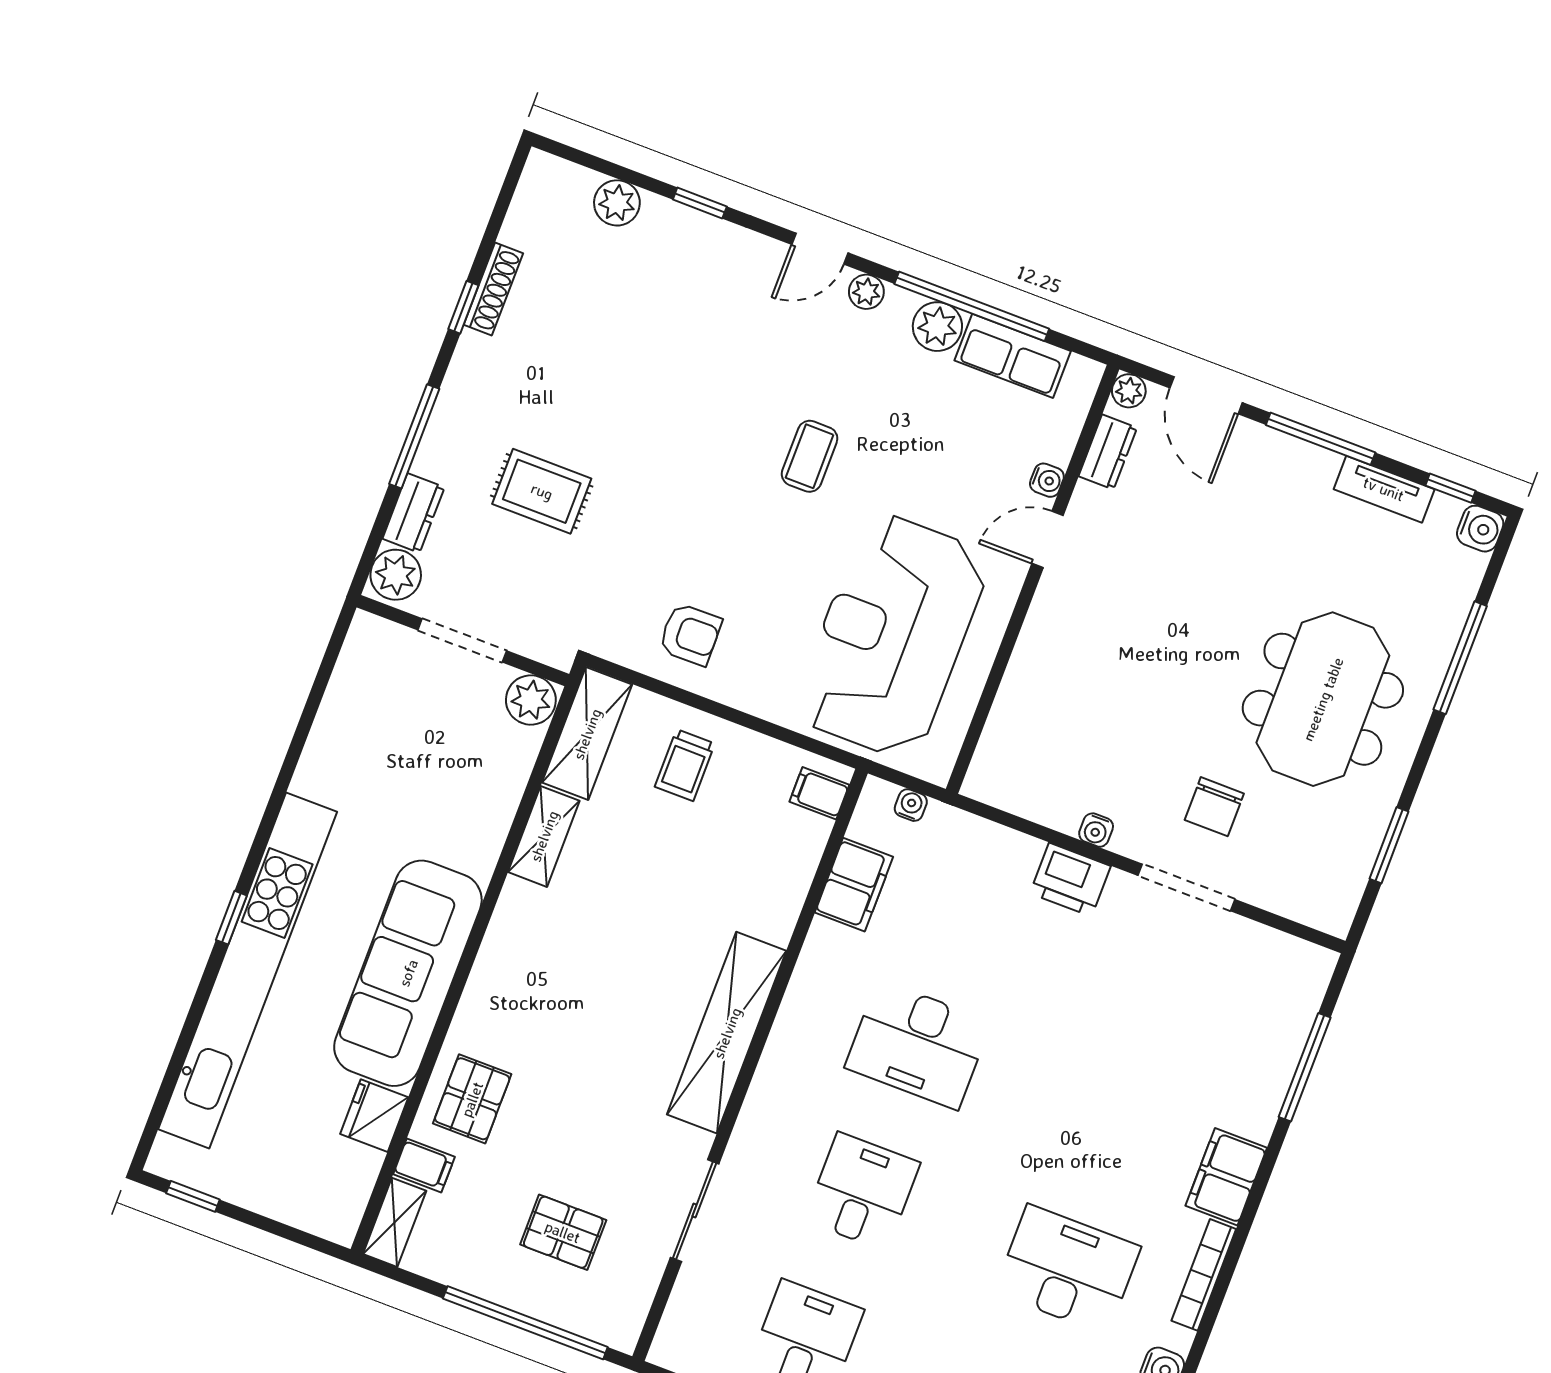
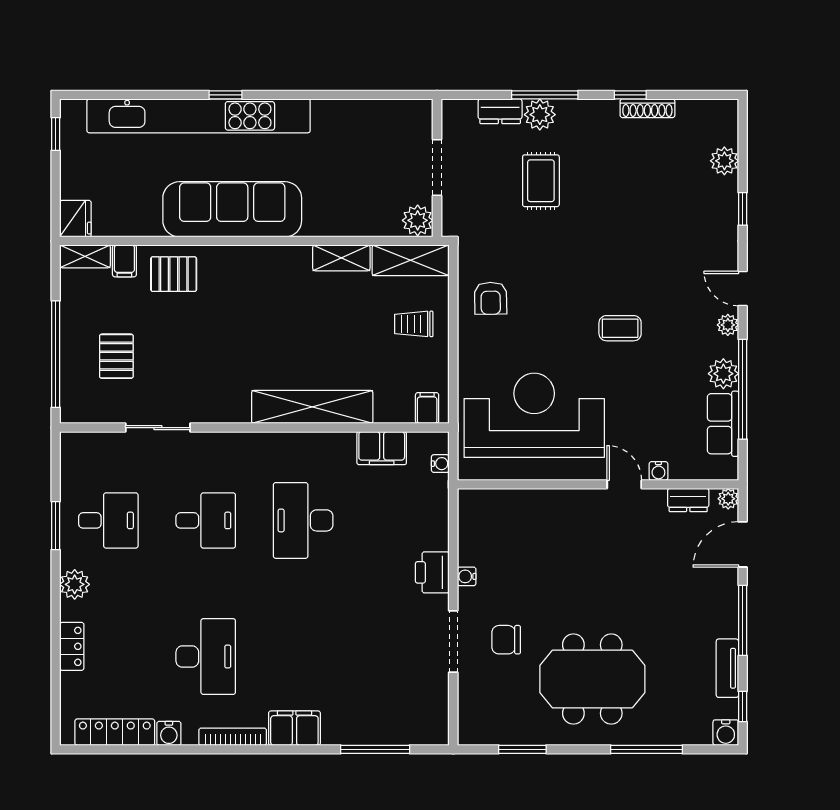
plant: (396, 575) -> (540, 115), moved
shelving: (727, 1033) -> (312, 407), moved
fridge: (374, 1116) -> (75, 219), moved, turned 90

